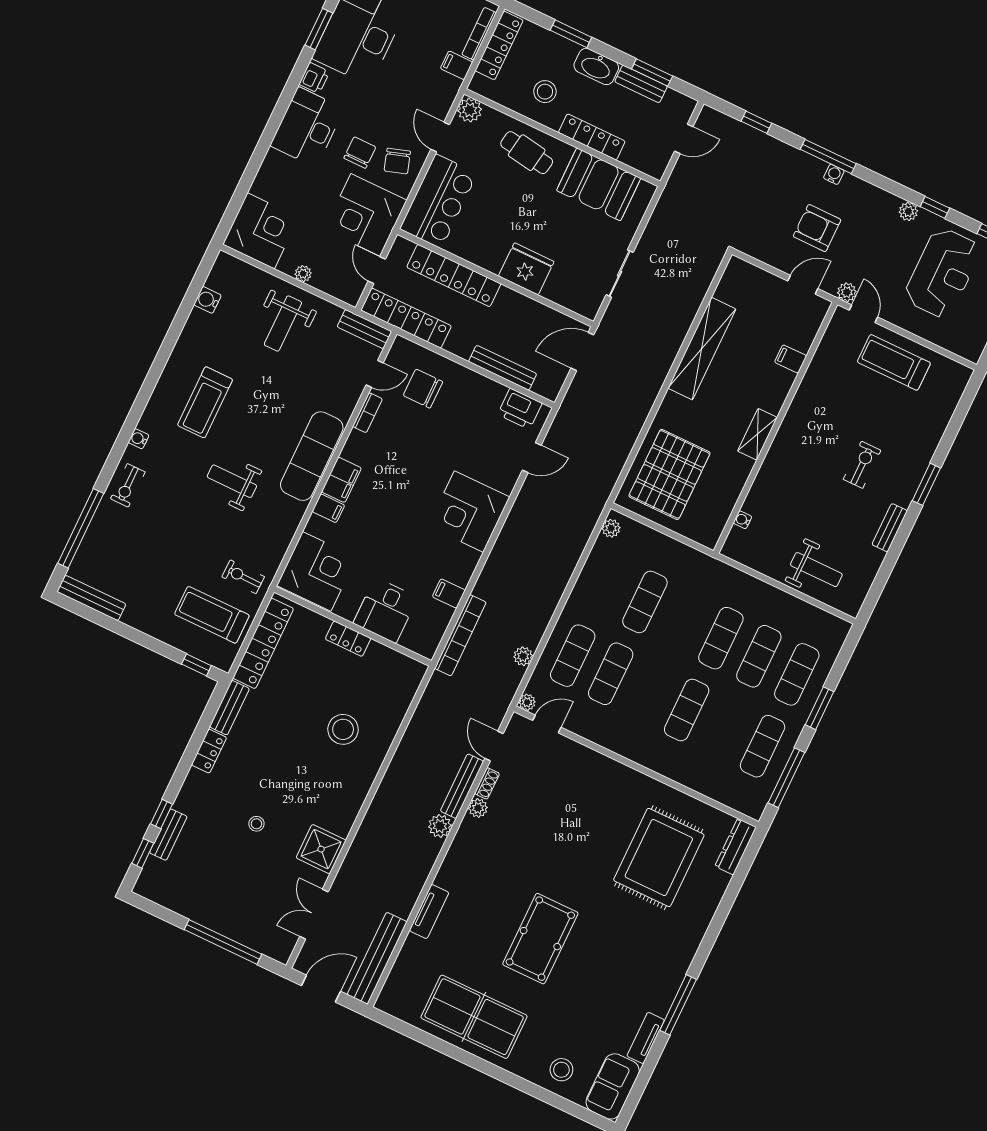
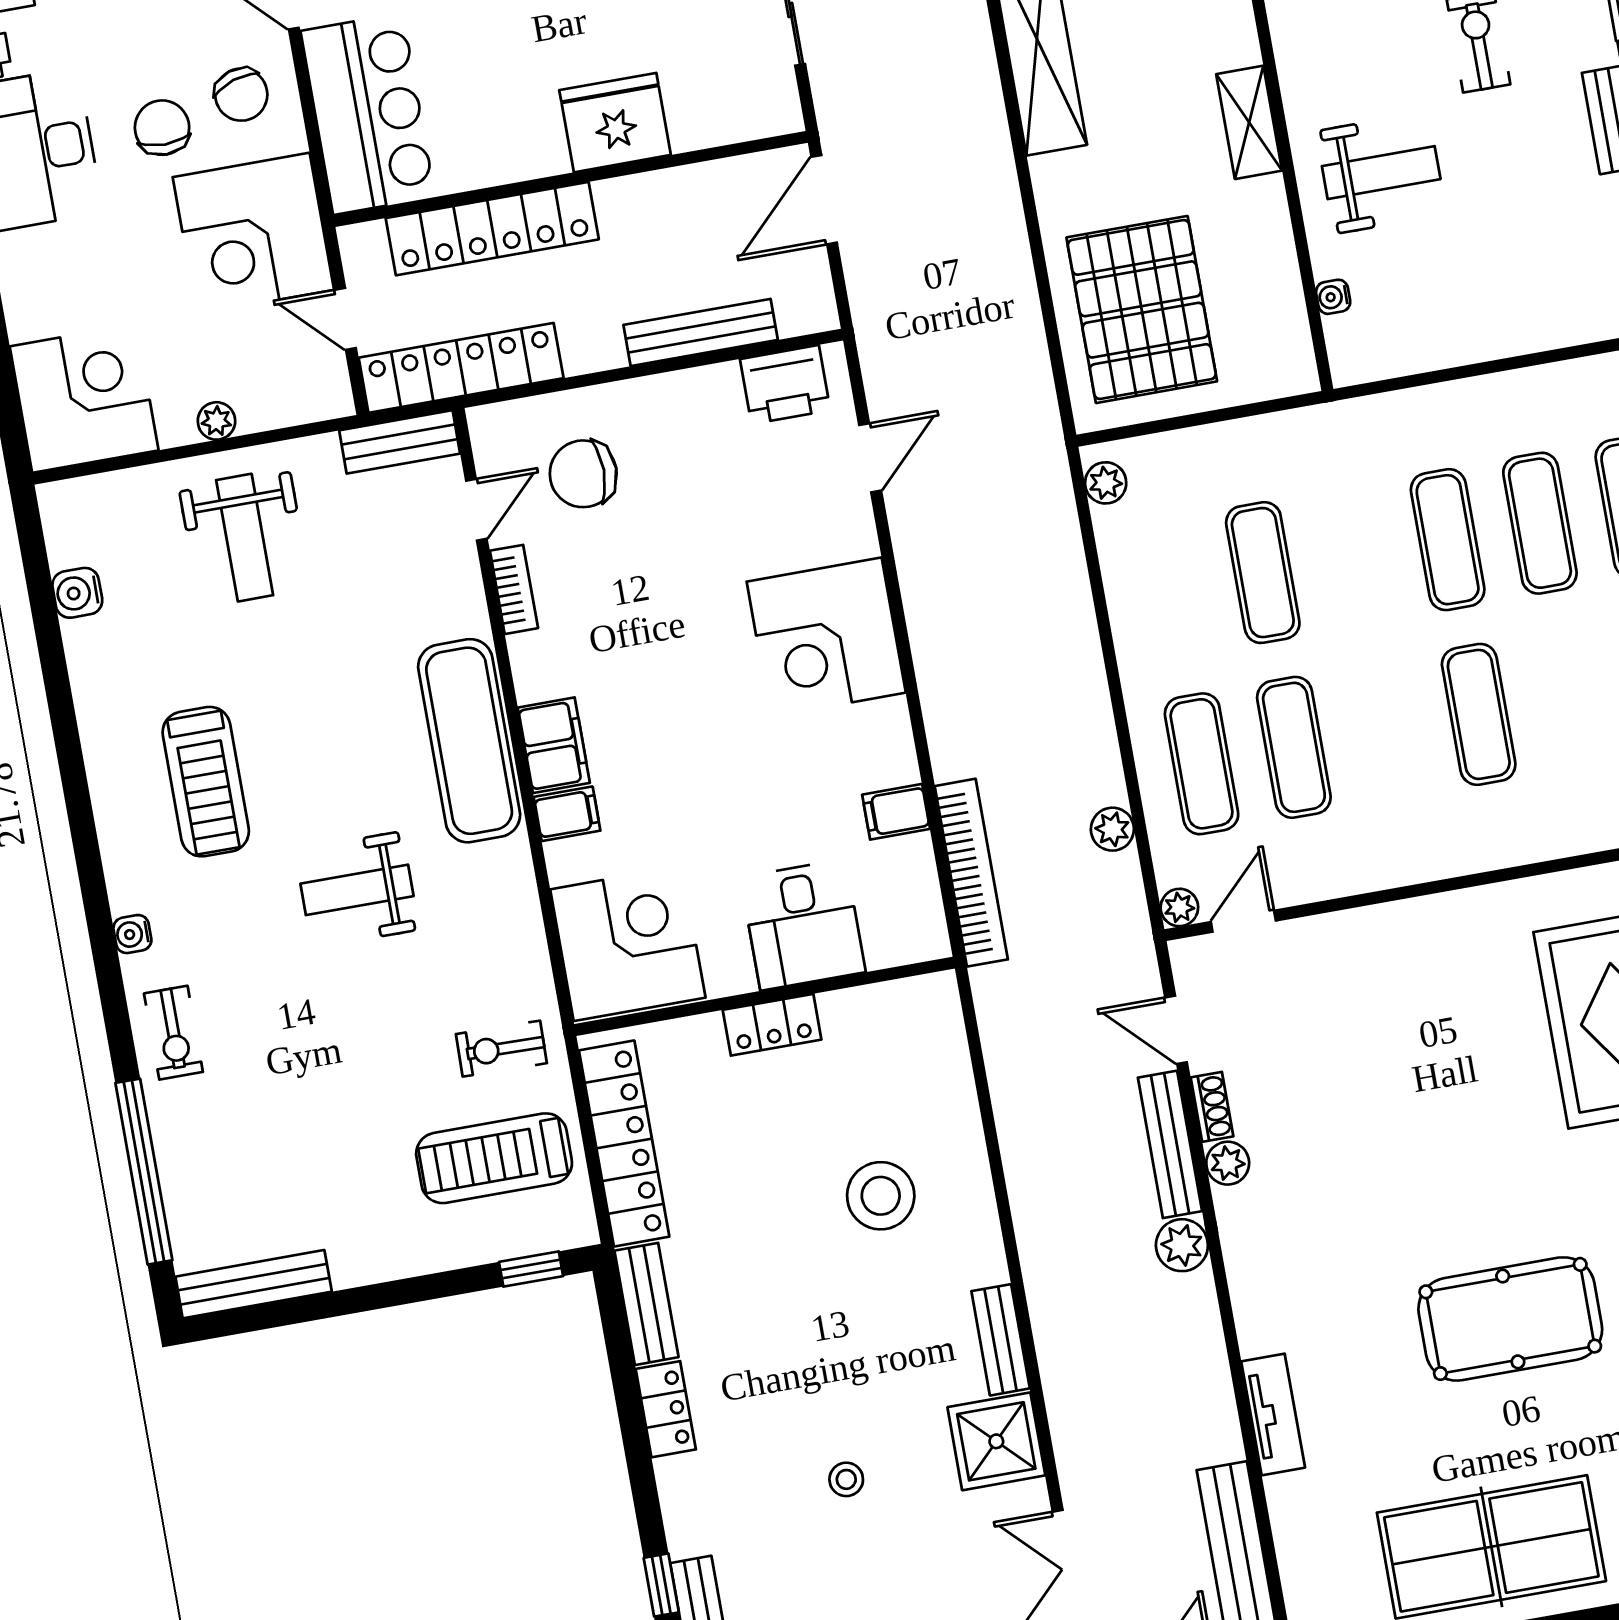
weight bench: (816, 570) -> (1381, 173), moved
bench: (349, 813) -> (1001, 1340), added
pool table: (540, 939) -> (1510, 1319), turned 90

